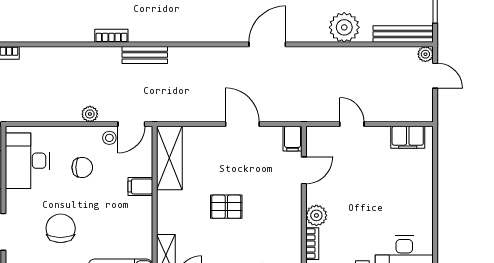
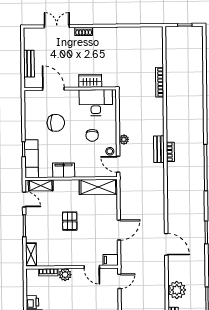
bench: (145, 55) -> (159, 149), moved
door: (352, 124) -> (119, 281), moved
filing cabinet: (140, 186) -> (64, 170), moved, width x2.00

